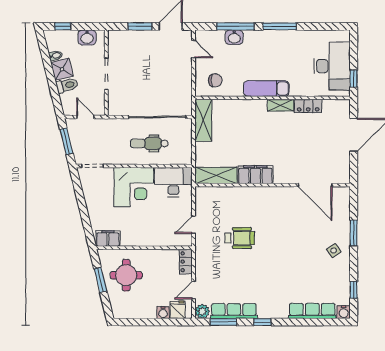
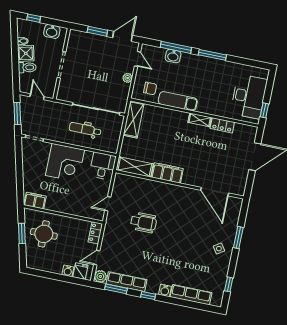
plant: (186, 73) -> (128, 78), added
exam couch: (266, 89) -> (178, 101), moved
desk: (173, 182) -> (103, 166), width x0.73
water cooler: (344, 312) -> (165, 290), moved

